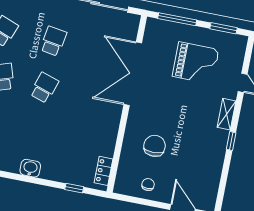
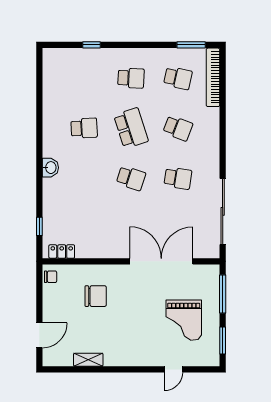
shelving: (227, 114) -> (88, 360), moved
window: (231, 141) -> (115, 369), removed
washbasin: (30, 168) -> (50, 168), moved
chair: (148, 185) -> (51, 277), moved

